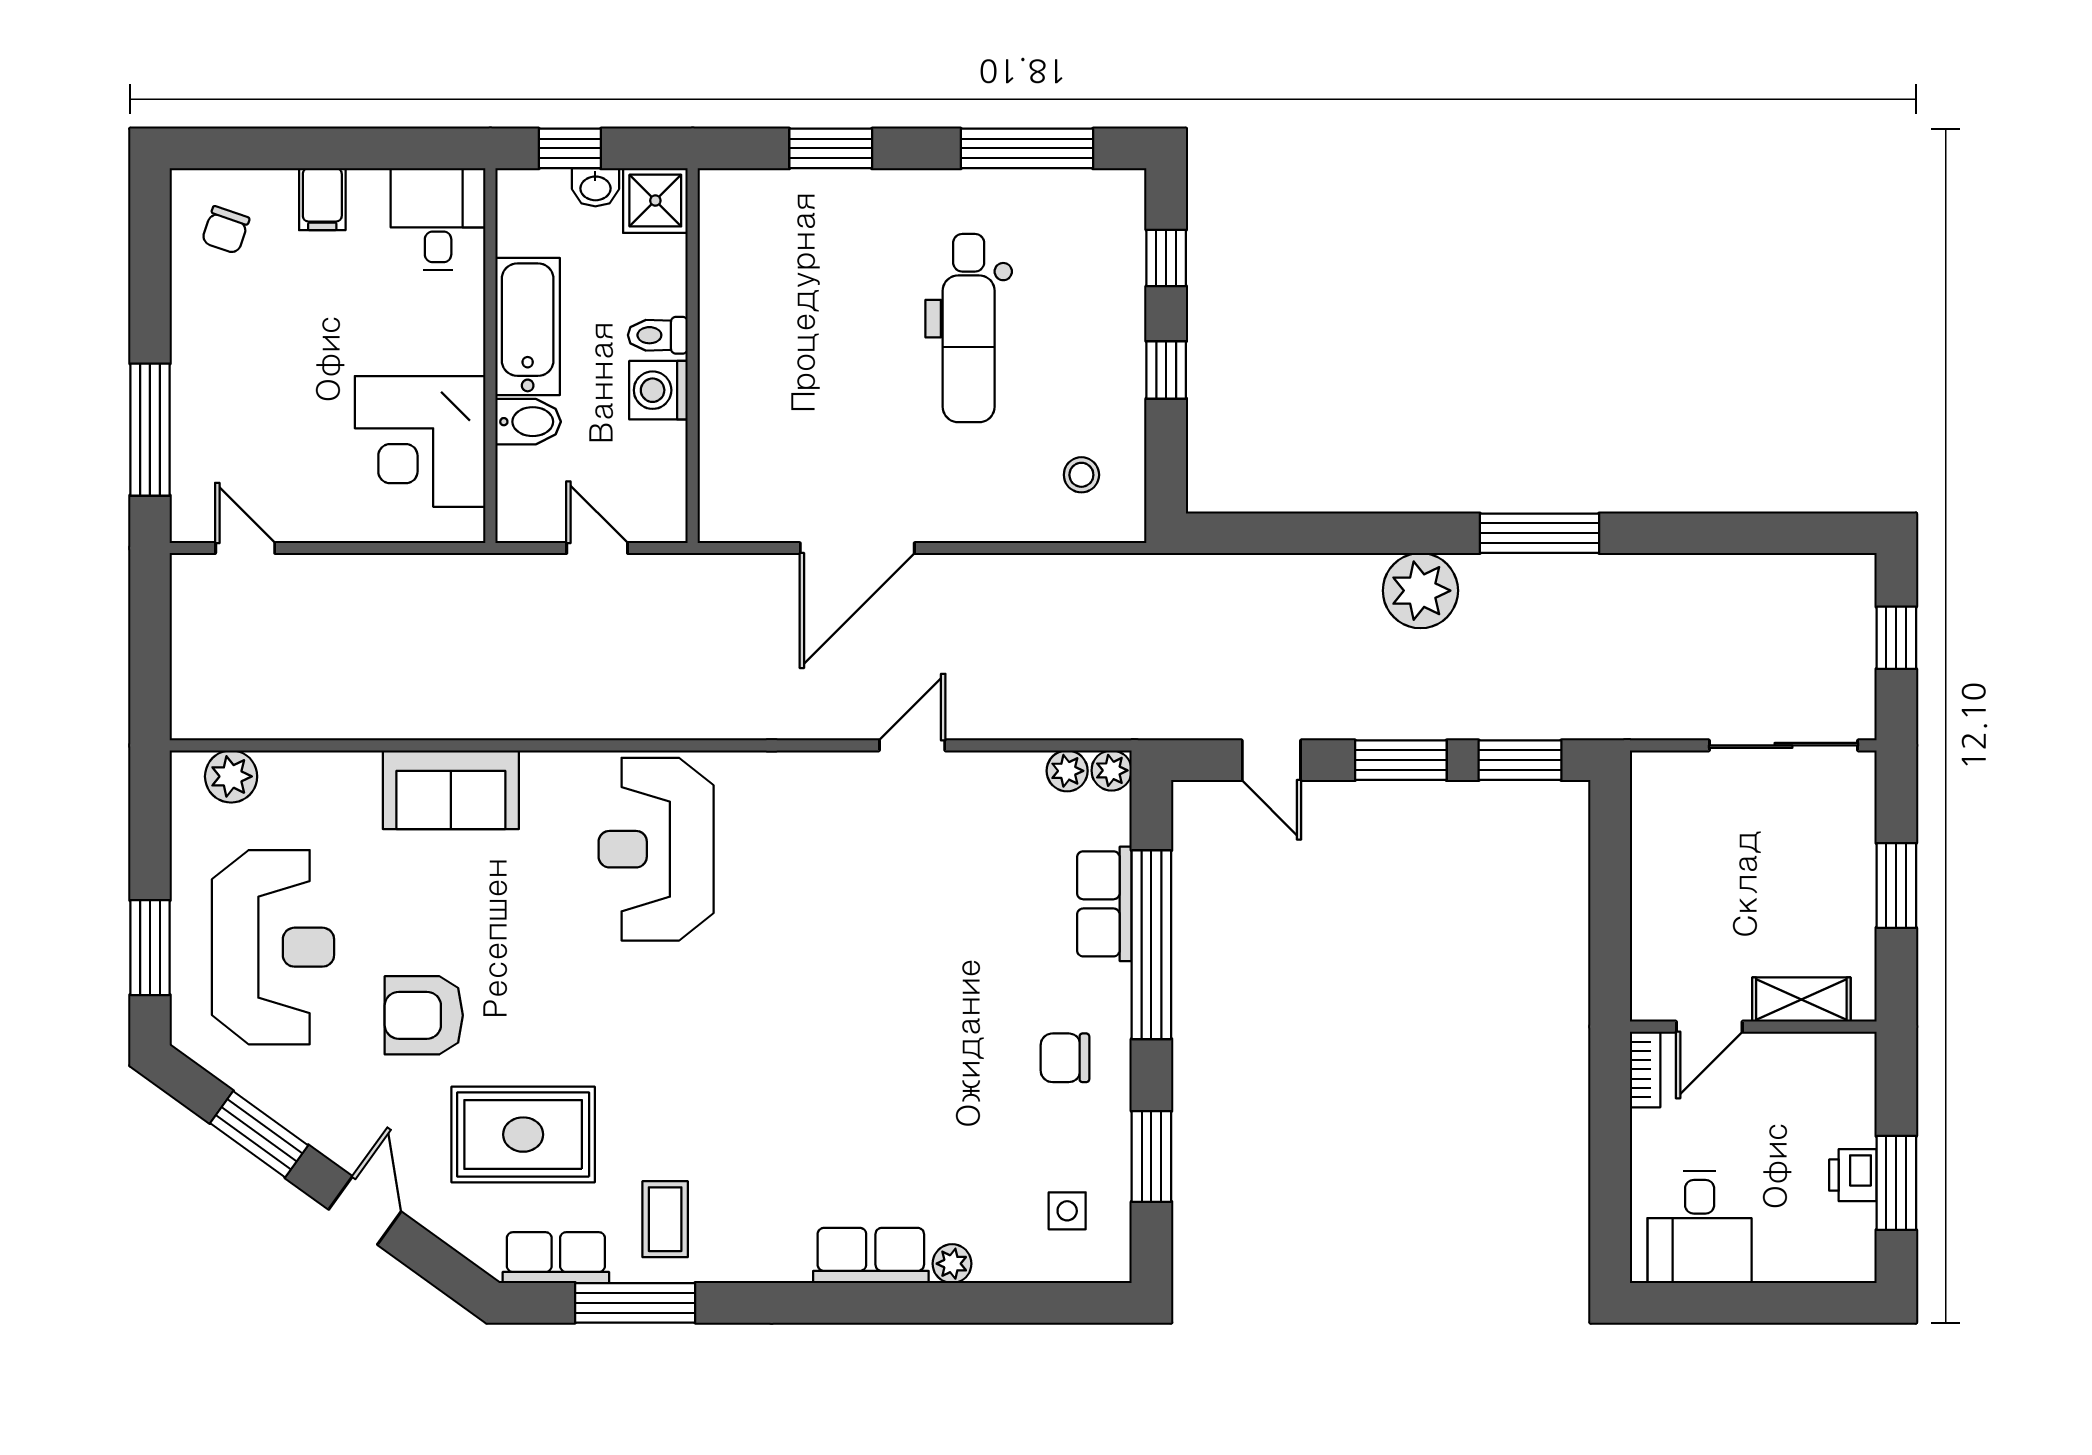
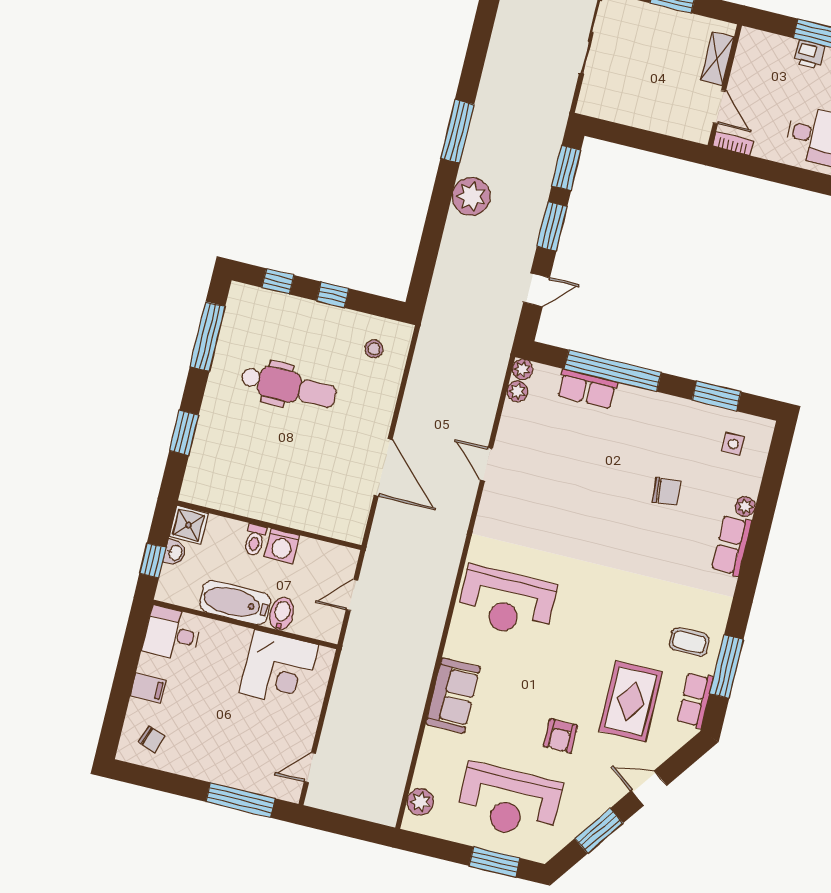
reception desk: (273, 947) -> (509, 802), turned 180
armchair: (424, 1015) -> (560, 736), width x0.72, depth x0.72
chair: (1065, 1058) -> (666, 491), moved, turned -96

